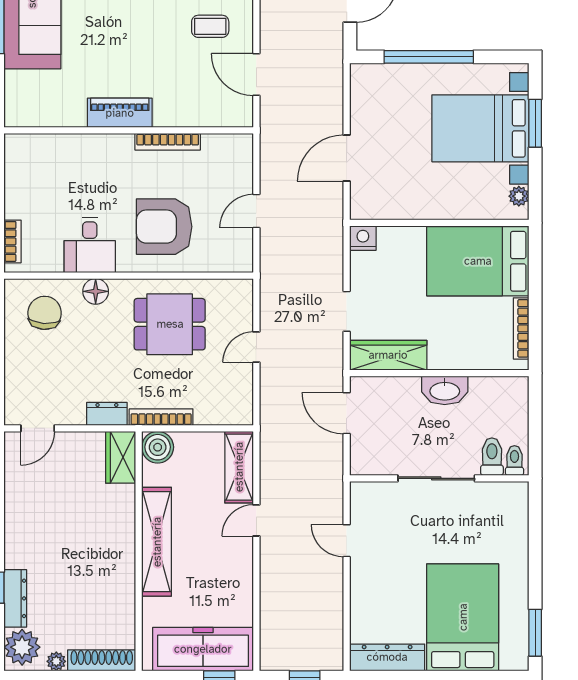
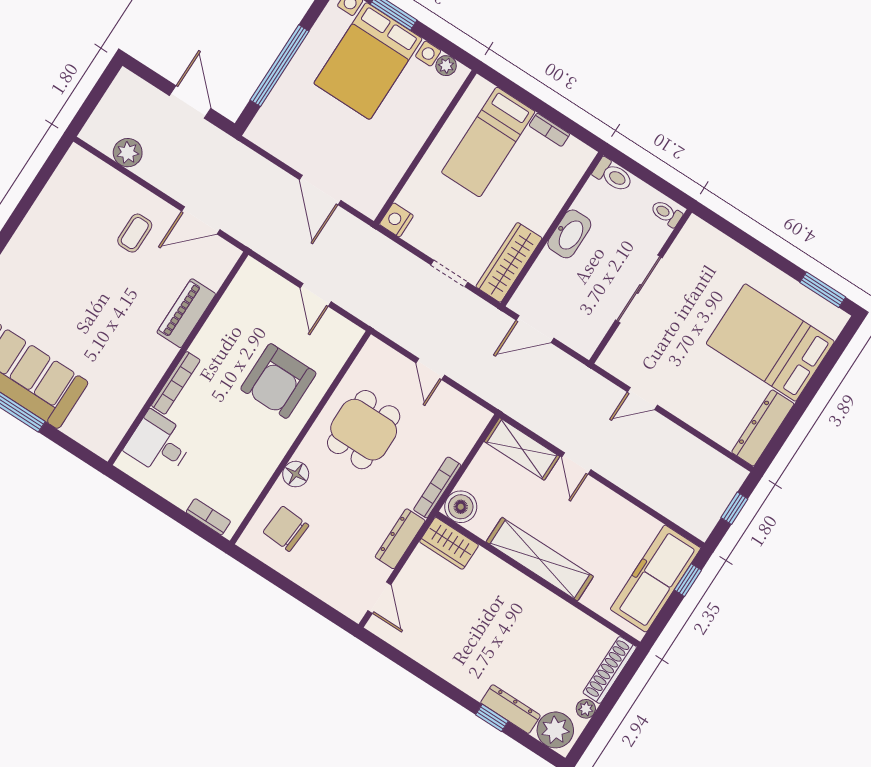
piano: (120, 113) -> (186, 313), moved
bookcase: (168, 142) -> (176, 383), moved
desk: (90, 245) -> (159, 444), moved, turned 180
bed: (478, 261) -> (488, 142), width x0.67
bookcase: (521, 328) -> (549, 130), width x0.64
dresser: (107, 414) -> (400, 539), width x1.44
toilet: (492, 457) -> (613, 175), moved, turned 180

